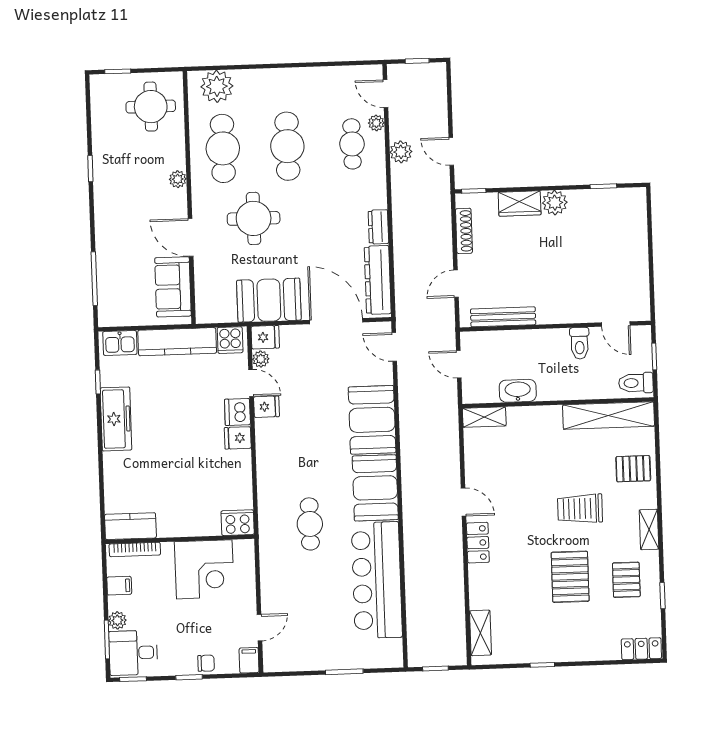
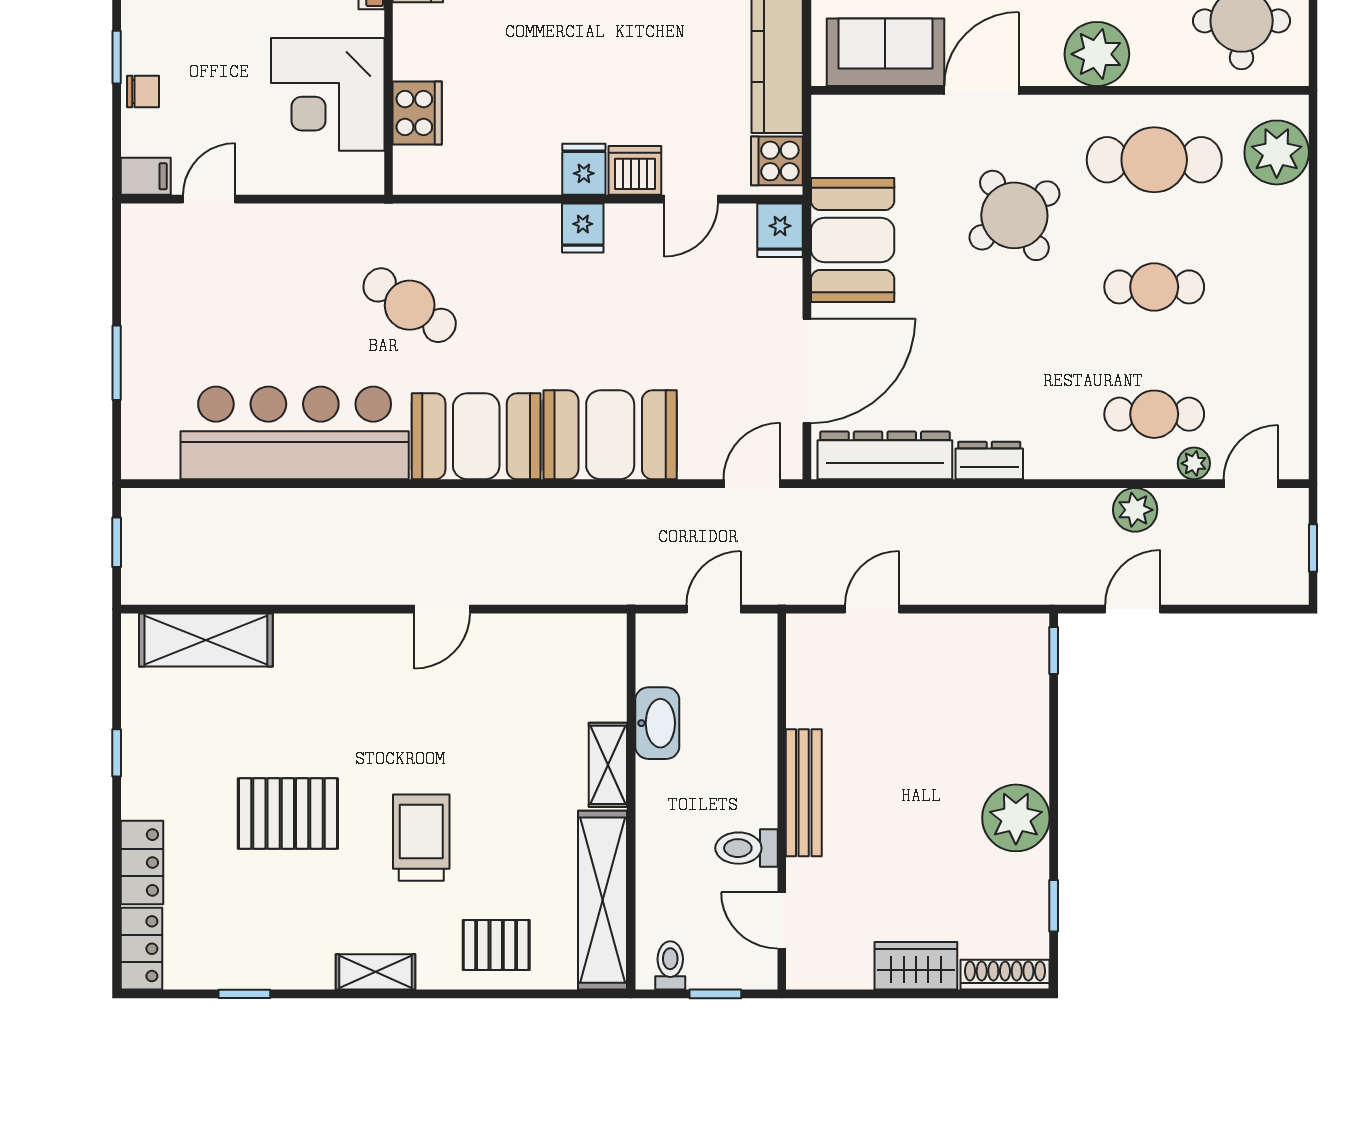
cafe table: (287, 146) -> (1154, 287), width x0.73, depth x0.74
plant: (178, 179) -> (1097, 54), width x1.87, depth x1.87
plant: (555, 203) -> (1016, 818), width x1.36, depth x1.36
wardrobe: (520, 204) -> (916, 966), moved, turned 90
round table: (254, 218) -> (1014, 215), turned -34
shoe rack: (464, 231) -> (1005, 975), moved, turned 180
door: (456, 284) -> (872, 609), hinge flipped
bench: (503, 317) -> (804, 793), moved
door: (616, 324) -> (782, 920), hinge flipped
plant: (261, 359) -> (737, 220), removed
toilet: (636, 383) -> (670, 965), width x0.73, depth x0.72
fridge: (266, 407) -> (583, 228), moved
shelving: (484, 417) -> (608, 765), moved
pallet: (633, 469) -> (496, 945), turned 90
cooker: (238, 523) -> (417, 113), moved
cafe table: (310, 524) -> (410, 305), turned 34
locker: (478, 543) -> (142, 863), moved, turned -90
pallet: (626, 580) -> (278, 924), removed
door: (260, 628) -> (209, 199), swing flipped
shelving: (480, 633) -> (206, 640), width x1.50, depth x1.33
chair: (206, 663) -> (143, 92), turned -90

